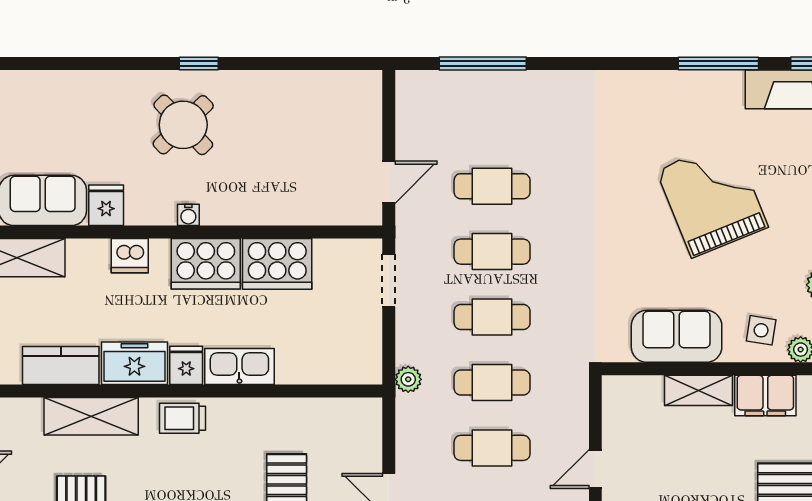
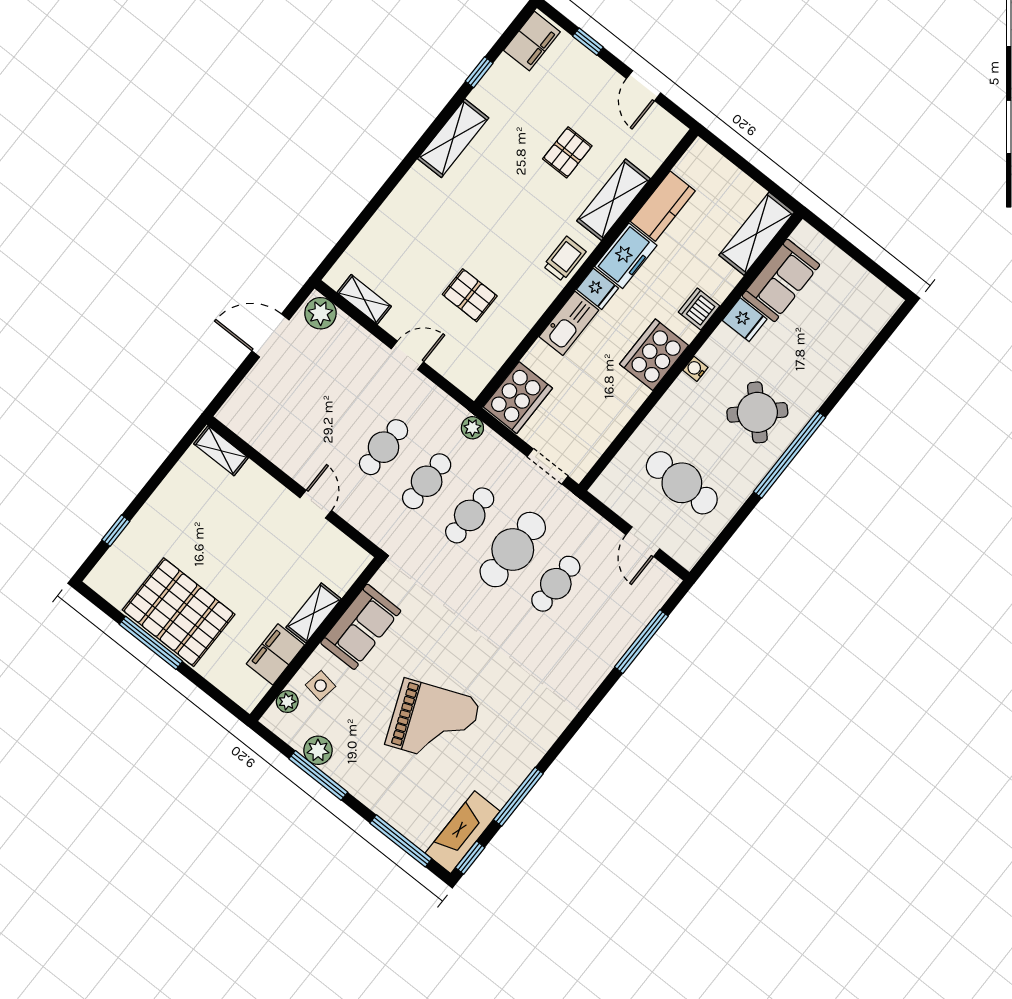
window: (199, 64) -> (790, 455), width x3.17
cafe table: (305, 143) -> (682, 483), added
door: (389, 182) -> (643, 542), moved
cafe table: (492, 252) -> (513, 550), width x1.37, depth x1.35
cooker: (277, 264) -> (518, 398), moved, turned 180

